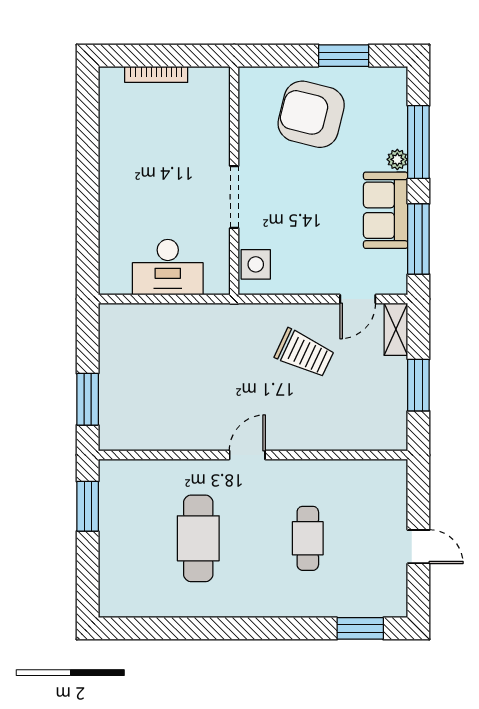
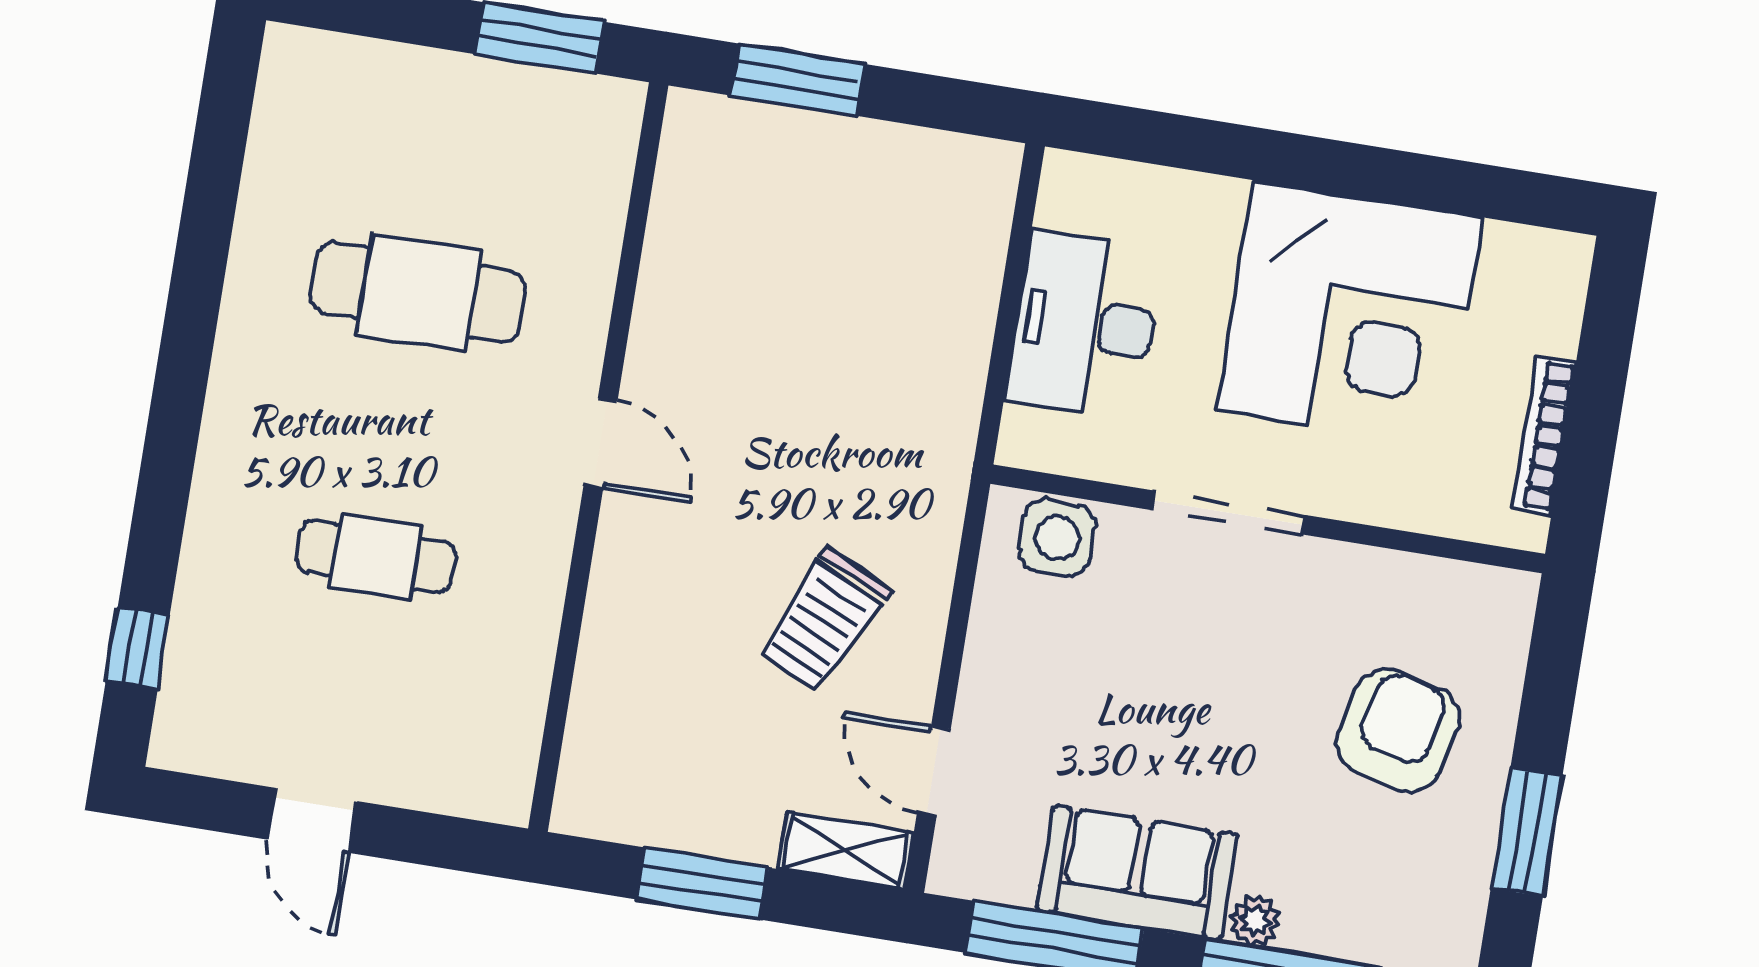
bookcase: (156, 74) -> (1544, 435), moved
armchair: (311, 114) -> (1398, 730), width x0.73, depth x0.73
corner desk: (146, 161) -> (1350, 314), added
door: (418, 547) -> (312, 820), hinge flipped
window: (360, 628) -> (138, 648), width x0.67

